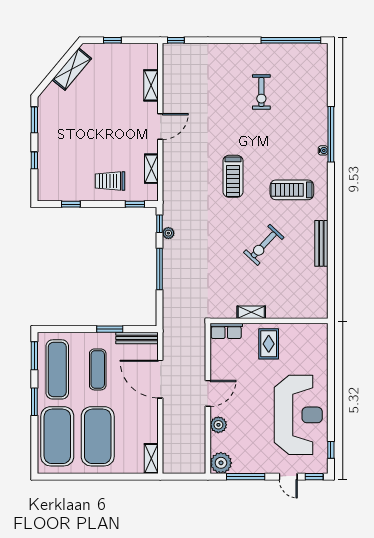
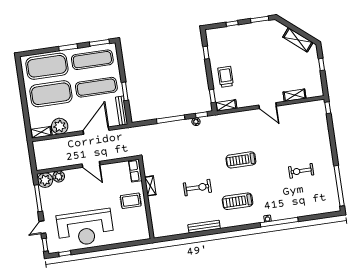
shelving: (151, 169) -> (226, 105), moved
treadmill: (292, 190) -> (238, 201), turned -90
exercise bike: (264, 245) -> (197, 188), turned 137
exercise mat: (98, 369) -> (96, 87), width x1.36, depth x1.45
plant: (218, 425) -> (59, 176), moved
plant: (146, 431) -> (60, 126), added

